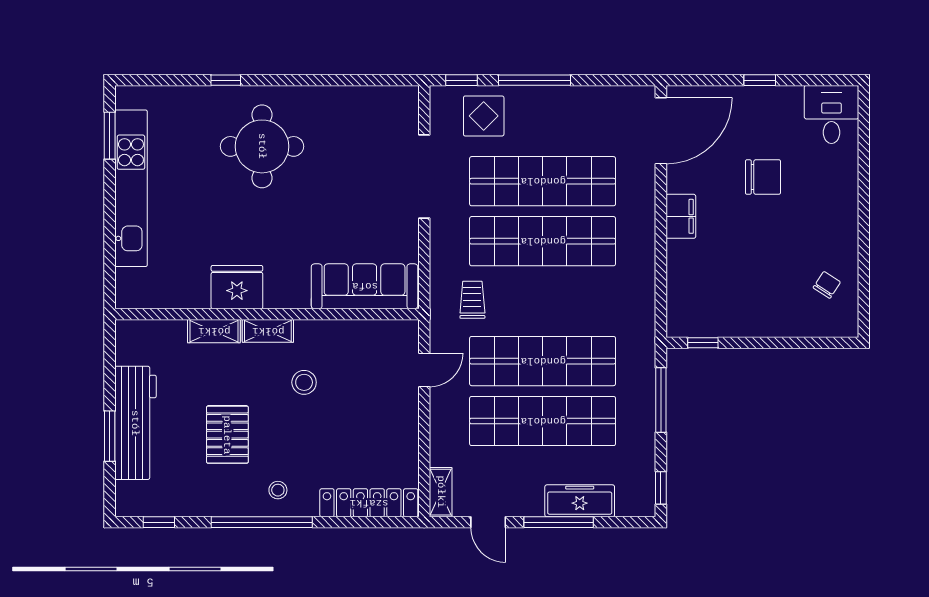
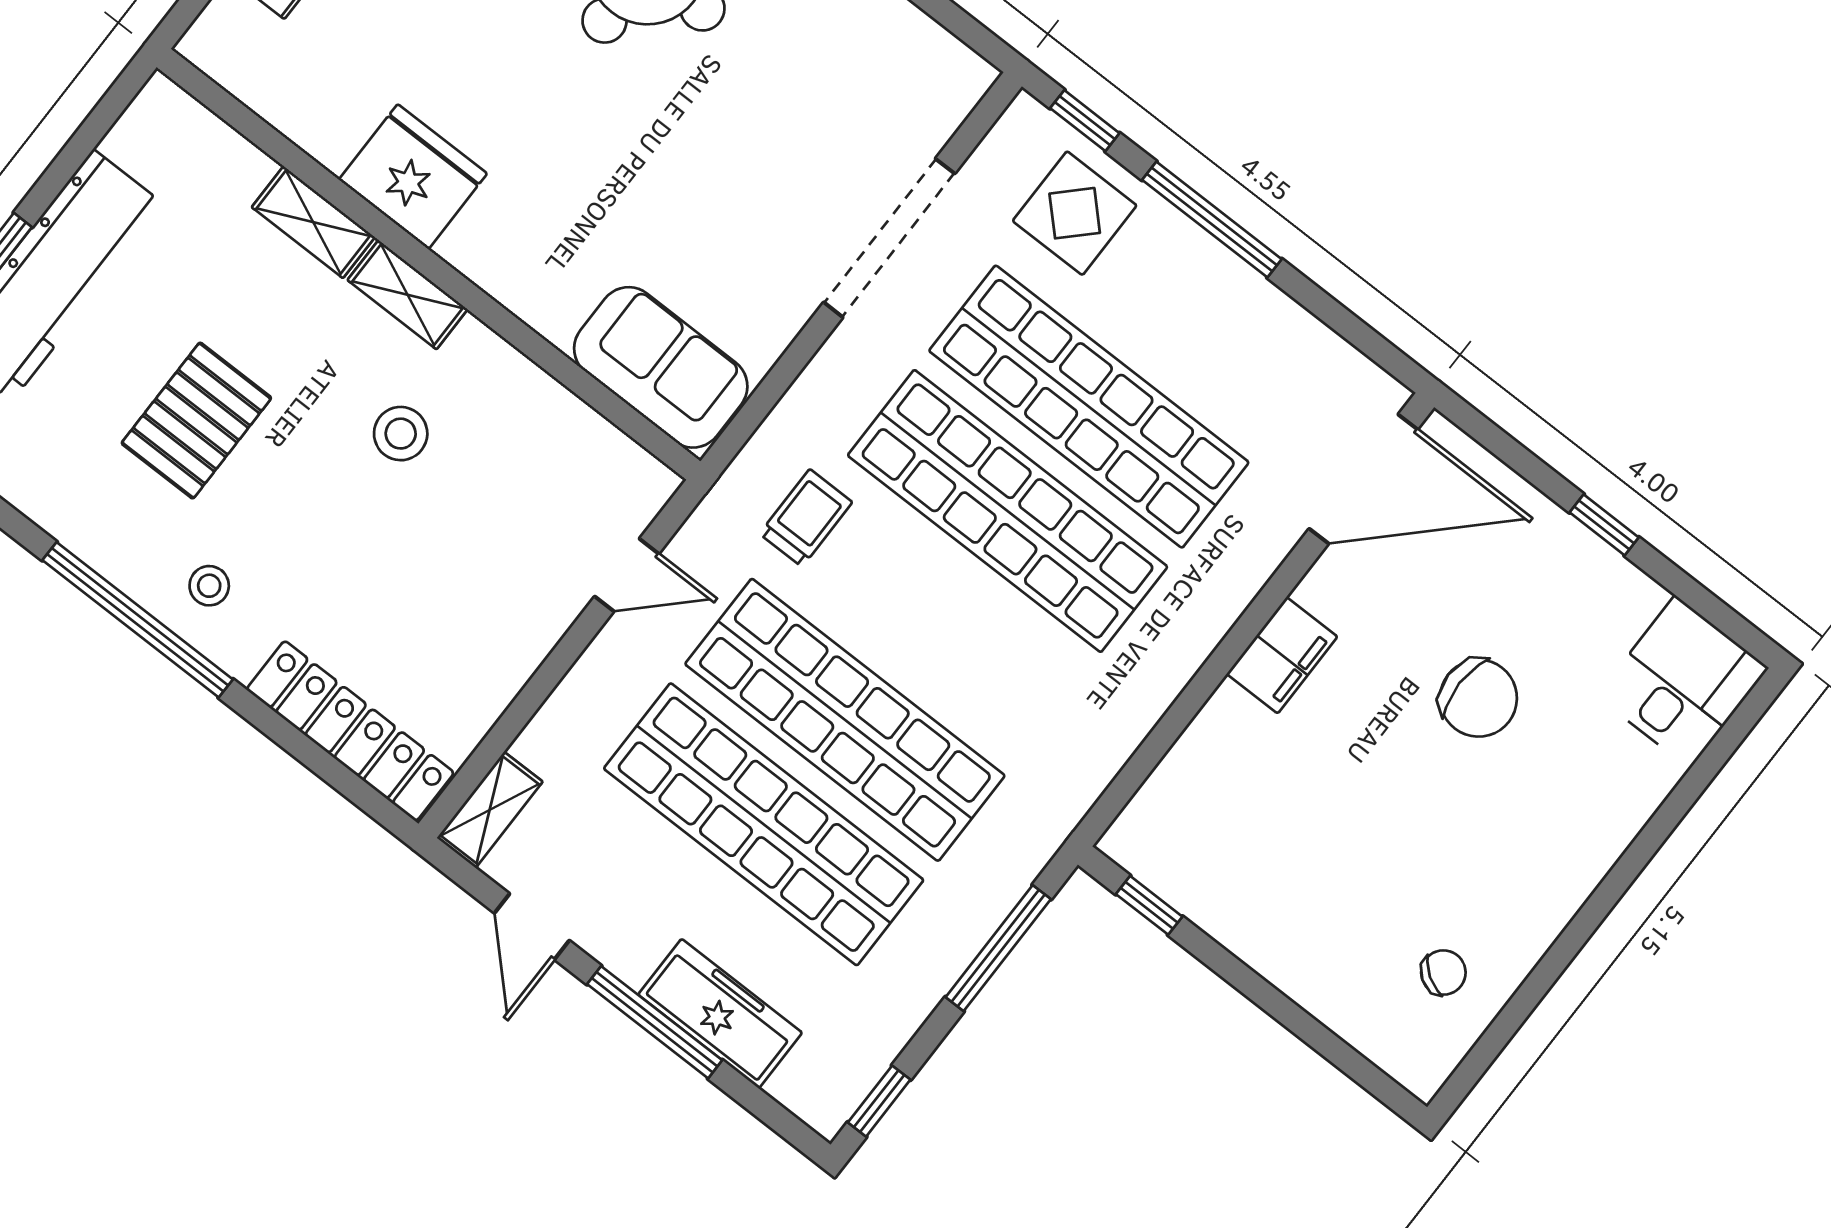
sofa: (365, 286) -> (661, 367), width x0.73

